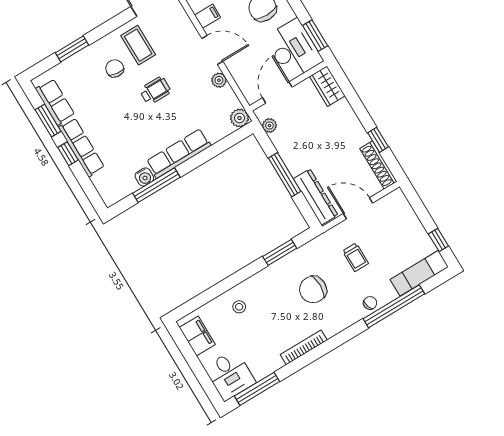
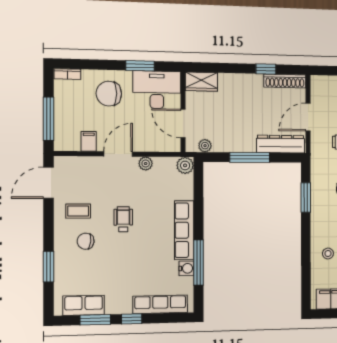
window: (315, 36) -> (140, 66), moved
coffee table: (138, 45) -> (78, 211), width x0.73, depth x0.77
row of seats: (82, 147) -> (160, 304), moved

